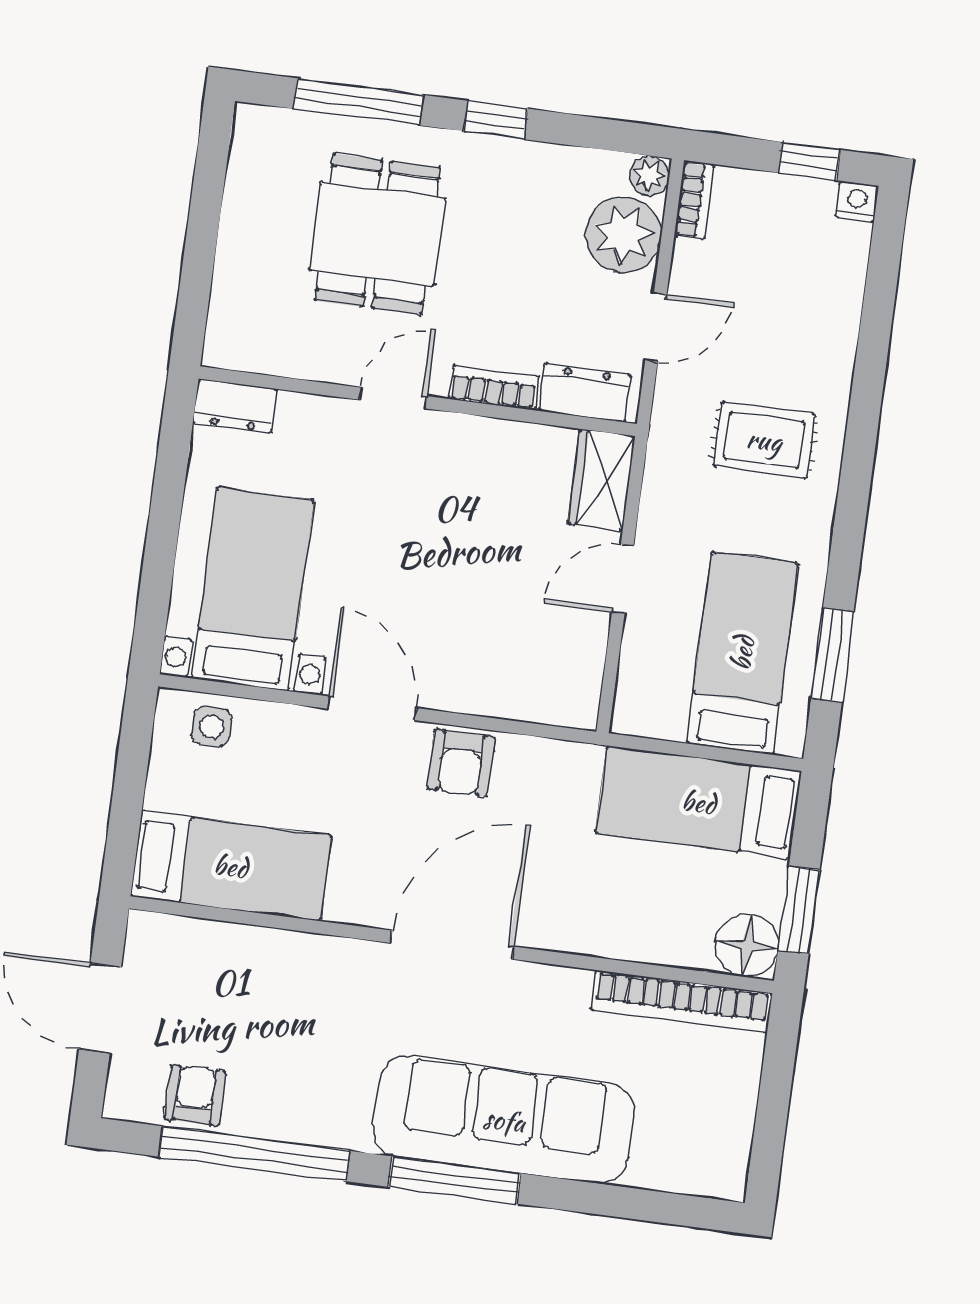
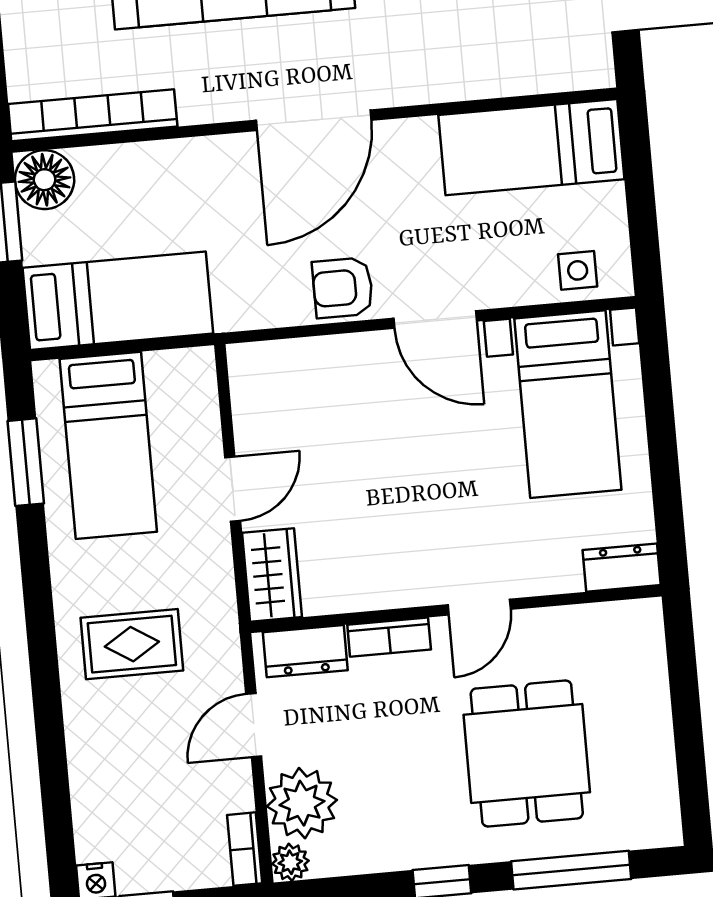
armchair: (461, 763) -> (343, 288), turned -90

